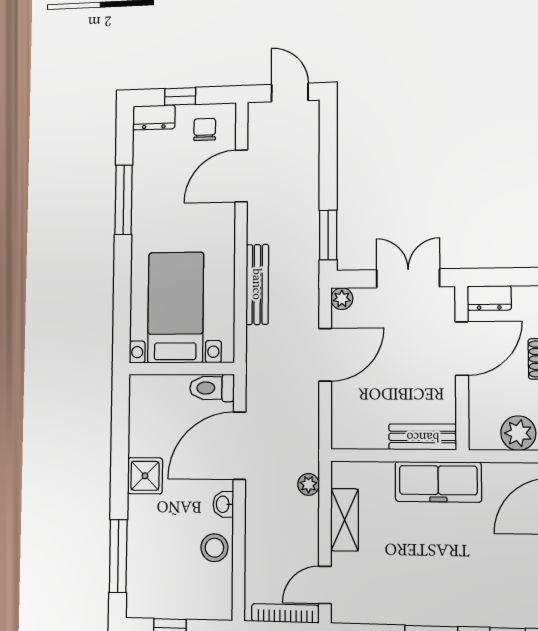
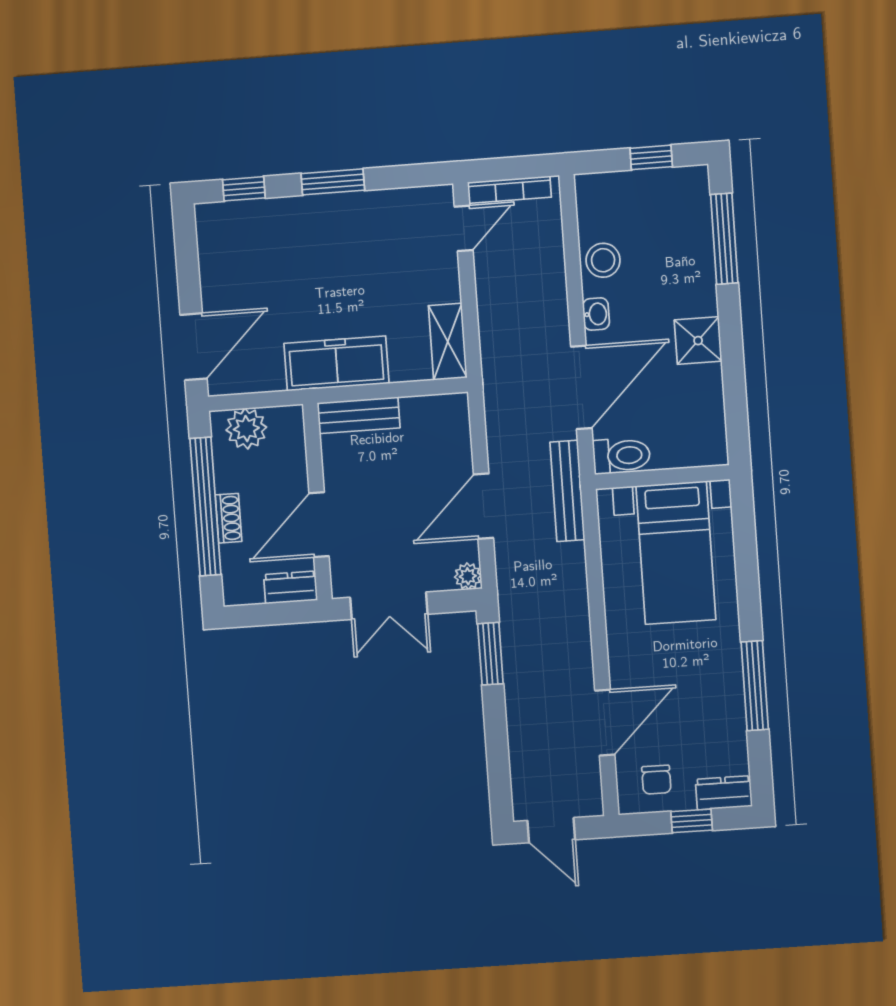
bench: (257, 284) -> (567, 491), moved
plant: (308, 484) -> (492, 347), removed
shelving: (345, 520) -> (448, 342), moved

